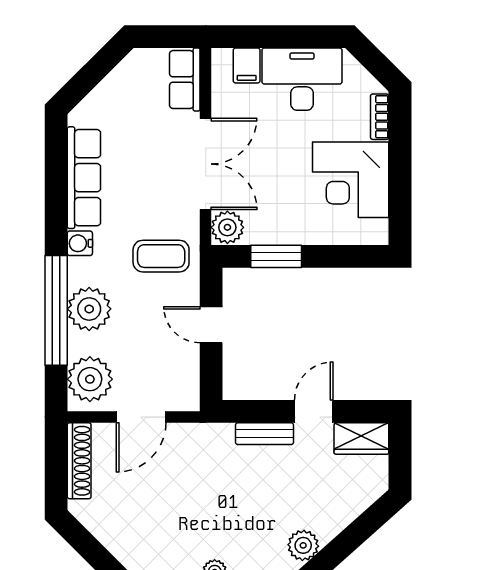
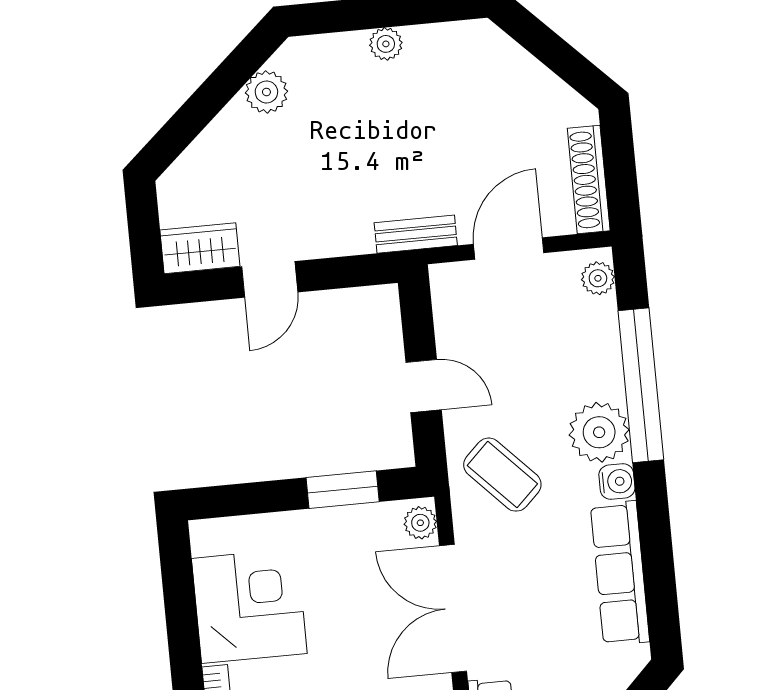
plant: (227, 227) -> (420, 523), width x0.73, depth x0.73
coffee table: (161, 256) -> (502, 475), turned 46
plant: (89, 309) -> (599, 432), moved
plant: (90, 379) -> (598, 278), width x0.53, depth x0.53
bench: (264, 434) -> (416, 234), moved

